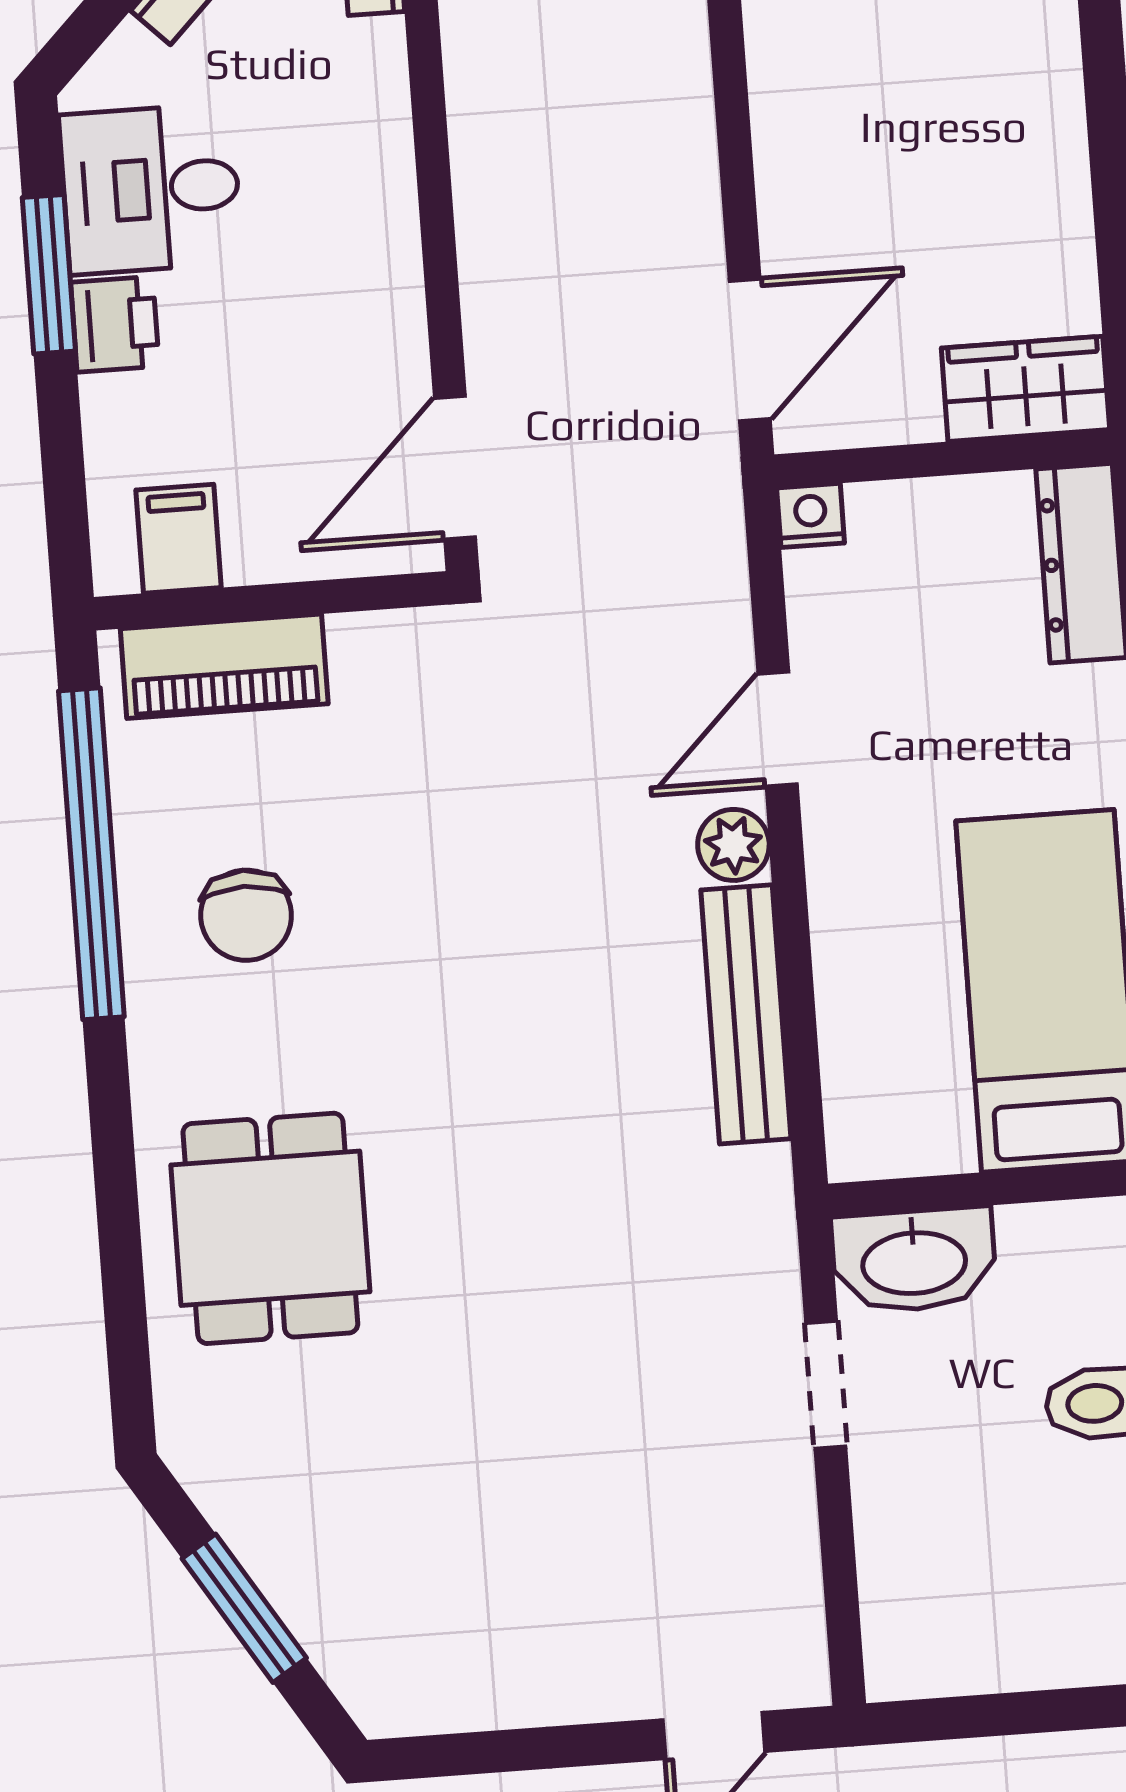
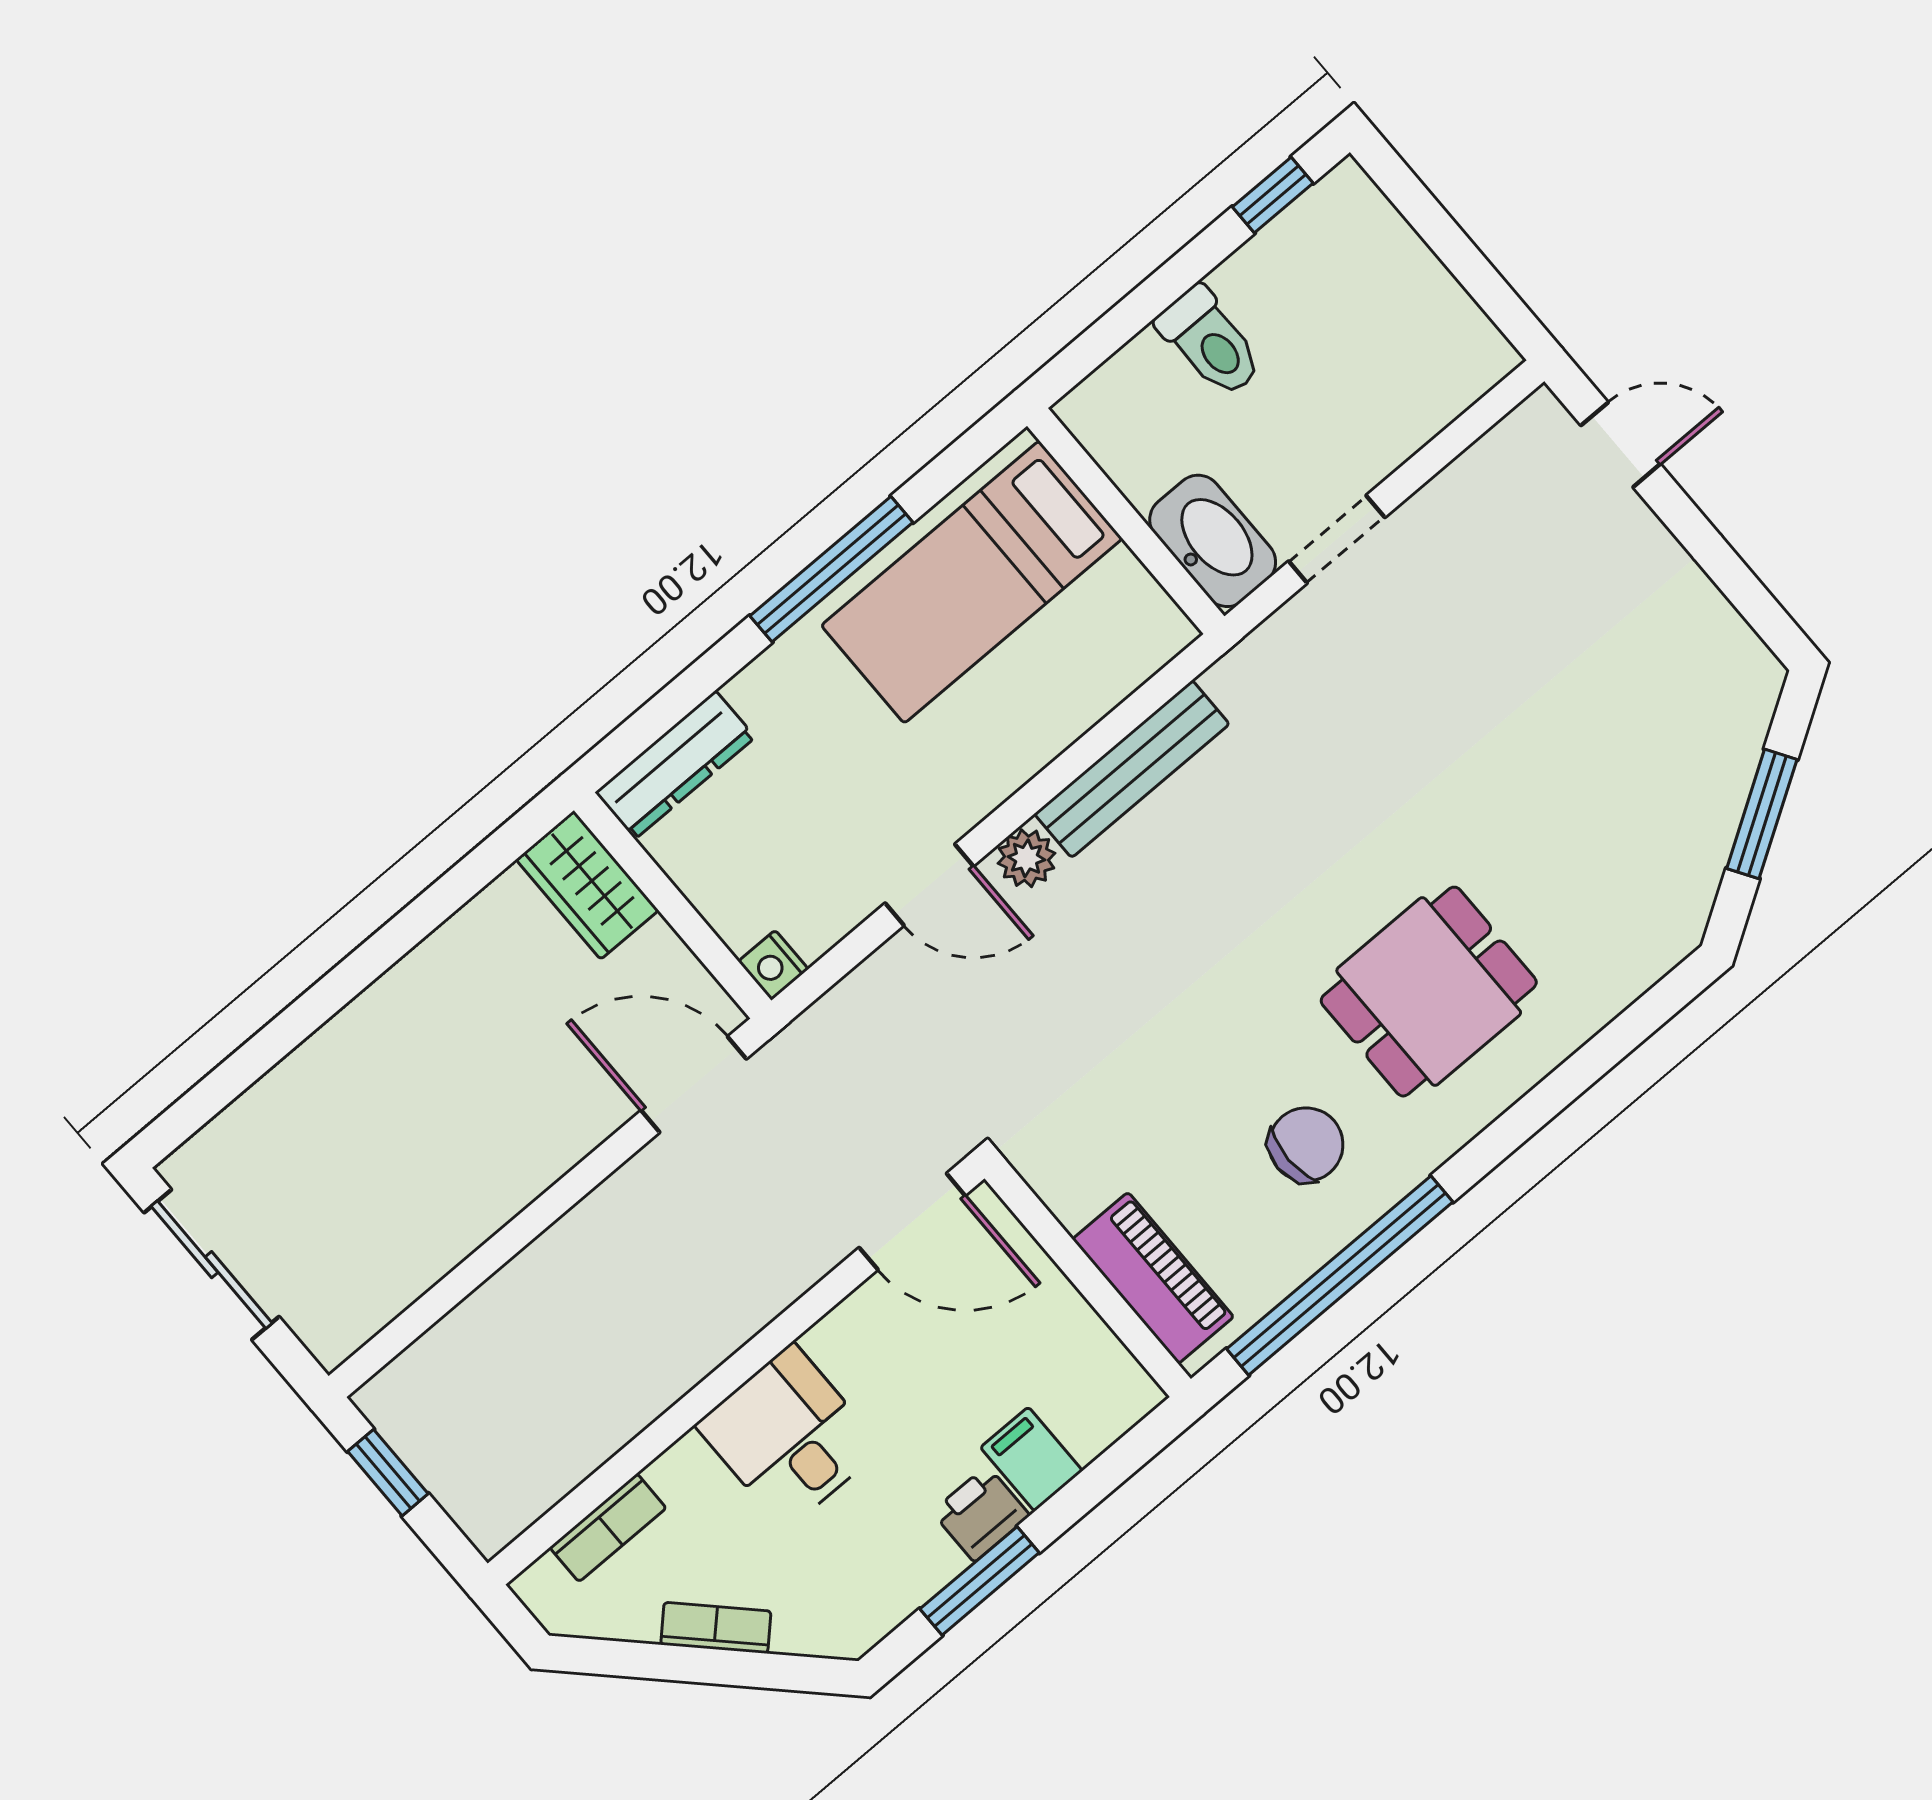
desk: (151, 189) -> (789, 1437), moved, turned 180
filing cabinet: (179, 539) -> (1031, 1459), moved, turned 90
dining table: (270, 1228) -> (1429, 992), moved

